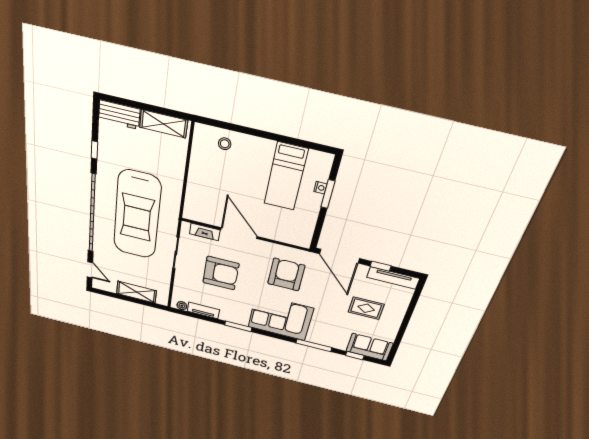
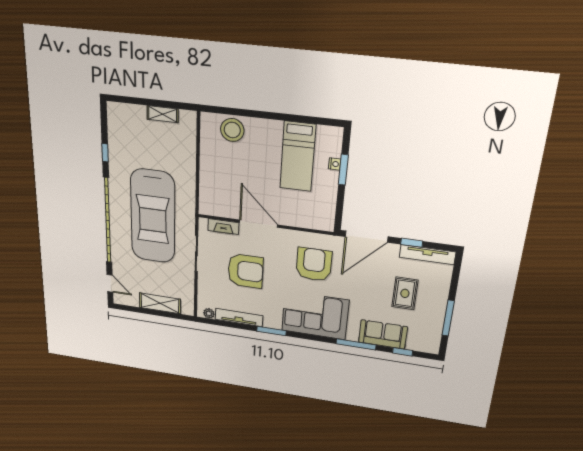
workbench: (119, 115) -> (126, 114), removed
shelving: (164, 124) -> (163, 114), width x0.67, depth x0.75
stool: (225, 144) -> (232, 130), width x1.89, depth x1.89
door: (340, 256) -> (366, 237), hinge flipped
rug: (366, 308) -> (405, 293), turned 90
tv unit: (203, 310) -> (239, 318), width x1.41
window: (401, 333) -> (448, 318), added
sofa: (370, 347) -> (383, 334), moved

